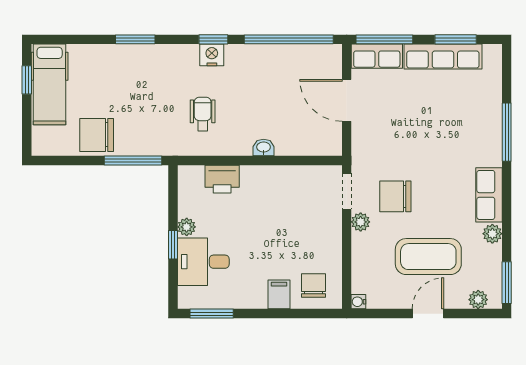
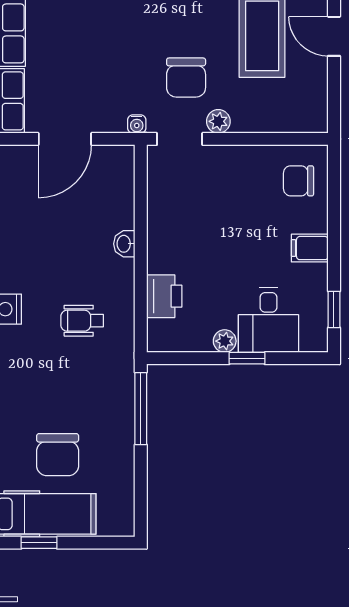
chair: (97, 135) -> (58, 455), moved
filing cabinet: (279, 294) -> (310, 248), moved
water cooler: (358, 302) -> (137, 124), moved
window: (212, 314) -> (334, 309), width x0.67

